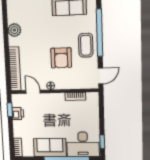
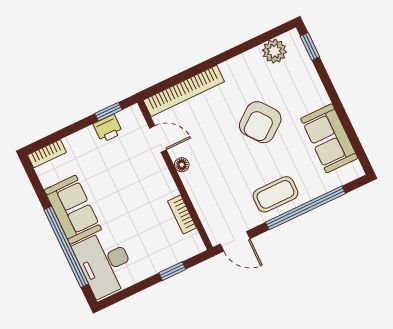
plant: (14, 30) -> (274, 51), moved
armchair: (61, 58) -> (260, 122), moved, turned -38
door: (33, 92) -> (158, 139), hinge flipped
window: (102, 142) -> (172, 271), moved

